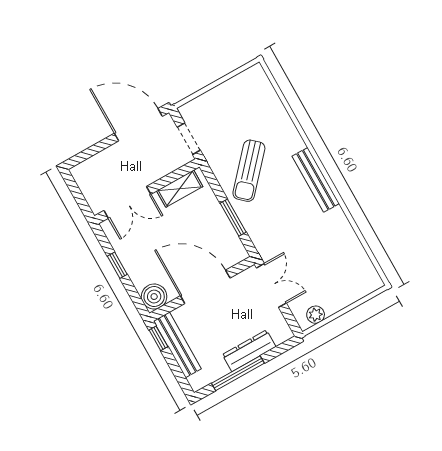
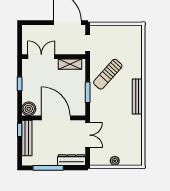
double door: (127, 202) -> (41, 57), swing flipped
plant: (316, 315) -> (115, 161), moved
dresser: (249, 351) -> (71, 160), moved

